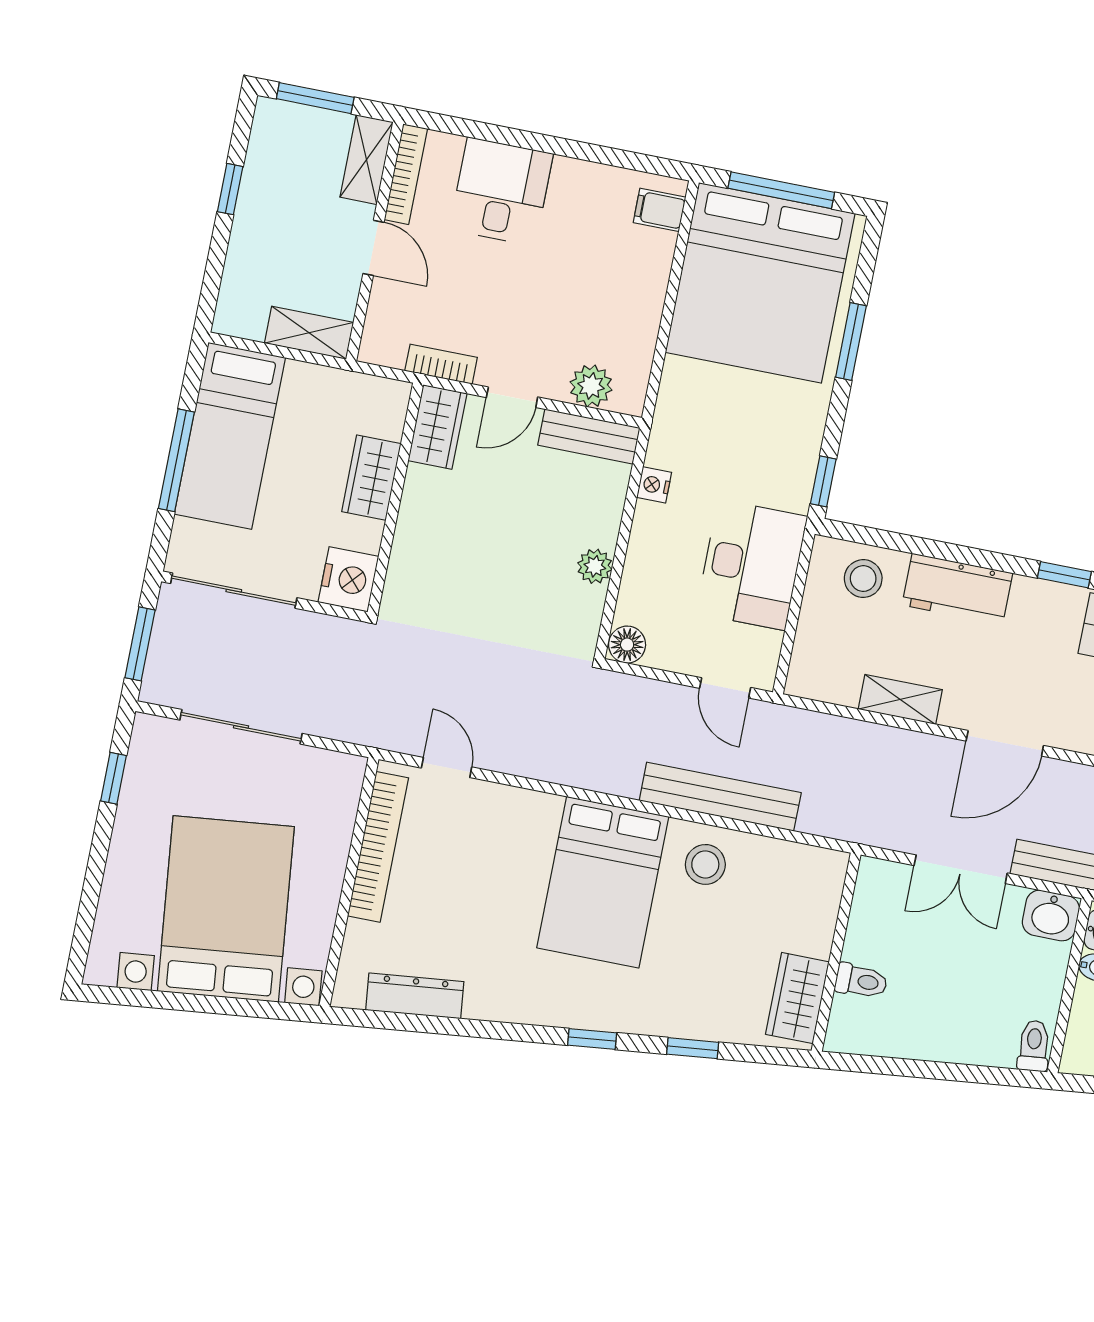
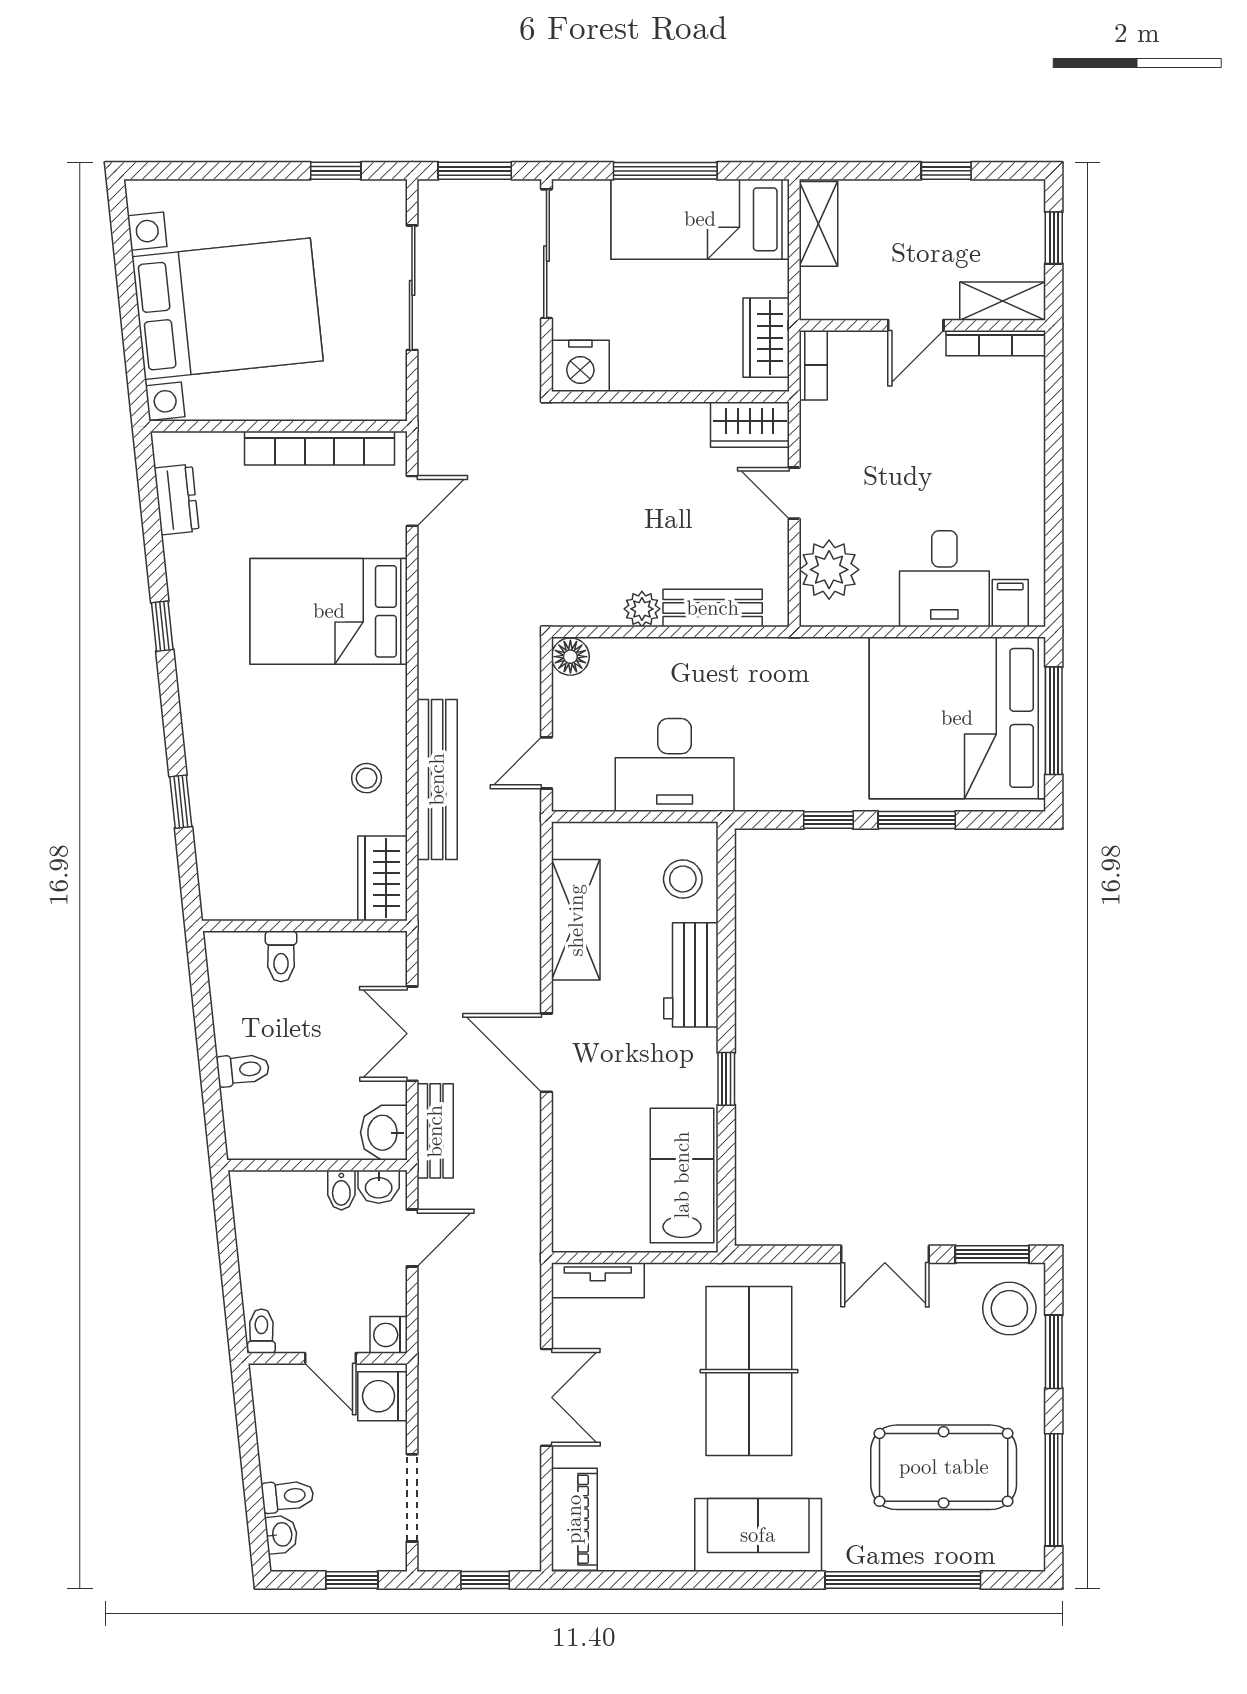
window: (315, 98) -> (1054, 238), width x0.67
desk: (501, 192) -> (944, 579), moved, turned 90
shelving: (309, 333) -> (818, 224), moved
bookcase: (441, 364) -> (813, 365), moved
plant: (591, 386) -> (829, 570), width x1.36, depth x1.36
bench: (589, 436) -> (713, 608), moved, turned 90
wardrobe: (371, 478) -> (766, 338), moved, turned -90
window: (823, 481) -> (828, 820), moved
nightstand: (654, 485) -> (735, 652), removed
shelving: (900, 699) -> (576, 920), width x1.50, depth x1.33
stool: (705, 864) -> (367, 778), width x0.73, depth x0.73
bed: (603, 882) -> (329, 611), moved
dresser: (415, 996) -> (177, 500), width x0.70
wardrobe: (797, 998) -> (382, 878), moved, turned -90
window: (592, 1039) -> (162, 626), moved
toilet: (1034, 1046) -> (243, 1070), moved

